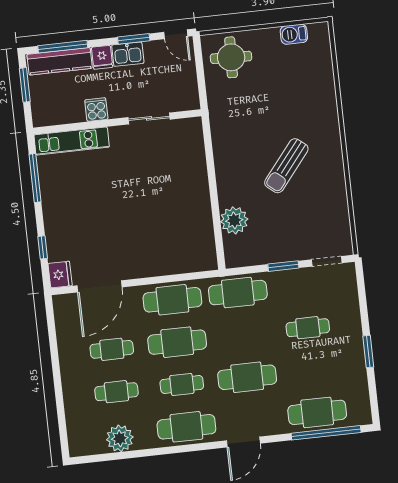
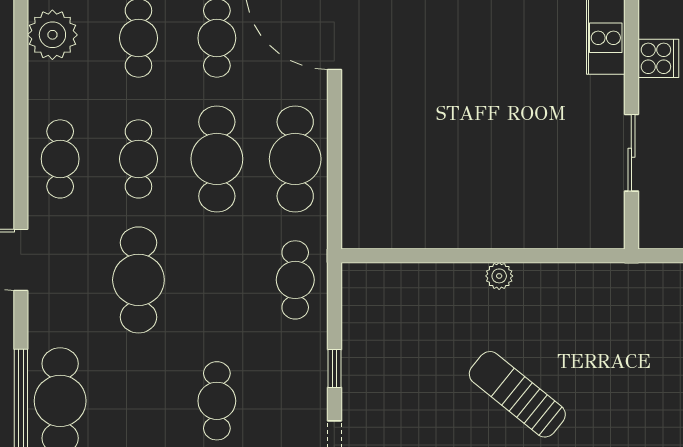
plant: (234, 220) -> (499, 276), moved, width x0.53, depth x0.53
window: (283, 266) -> (334, 369), width x0.67
cafe table: (238, 293) -> (295, 280), width x0.73, depth x0.74
cafe table: (186, 427) -> (60, 159), width x0.73, depth x0.74

